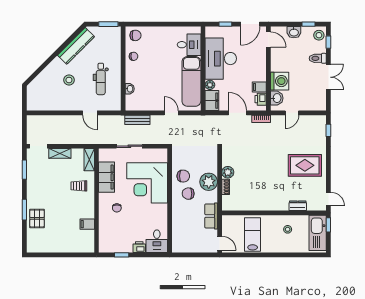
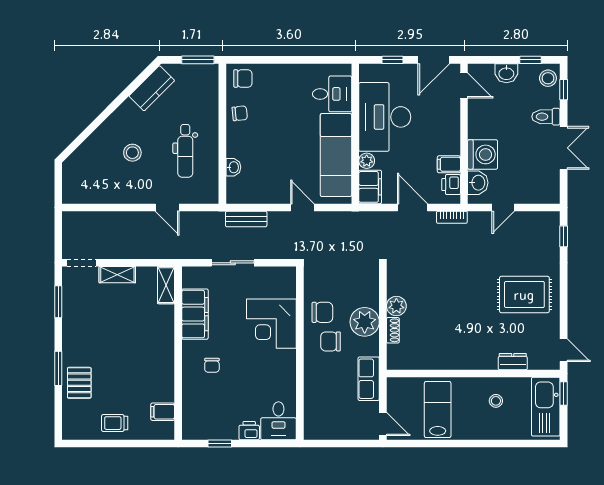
kitchen counter: (76, 46) -> (152, 88), width x0.67
corner desk: (147, 183) -> (271, 324), width x0.74, depth x0.74
trolley: (79, 186) -> (115, 423), moved
filing cabinet: (87, 224) -> (163, 412), moved

